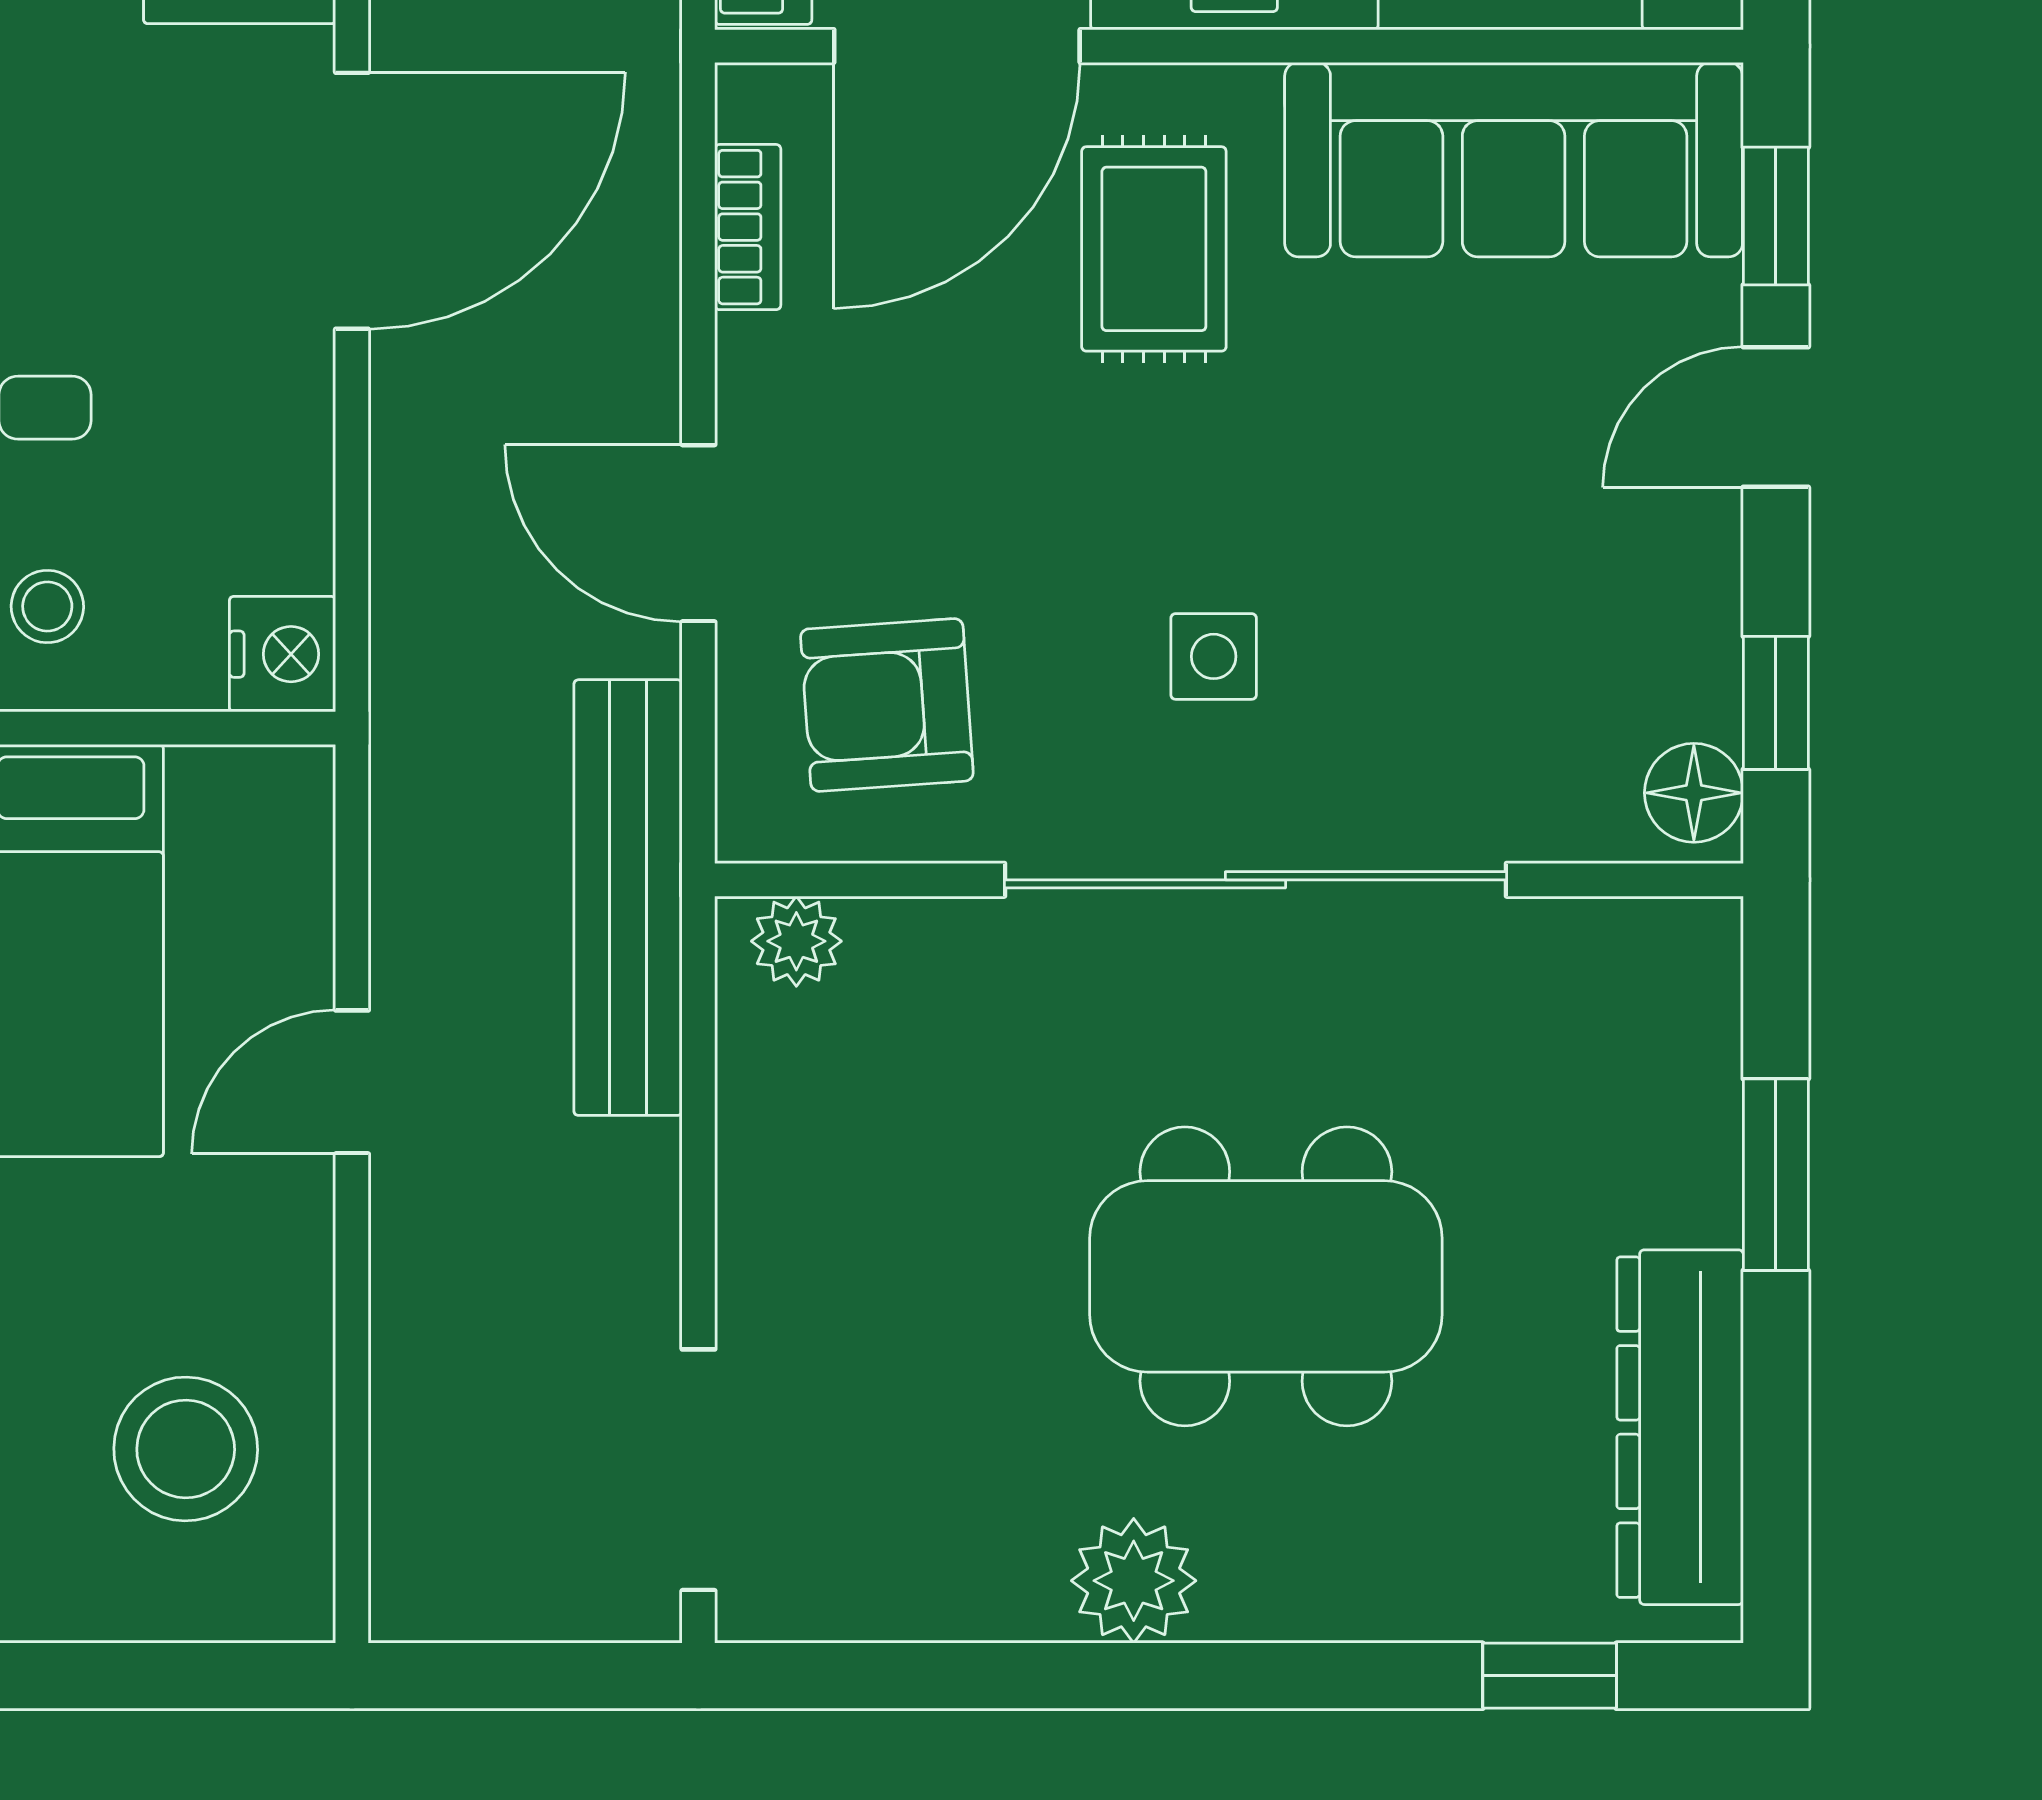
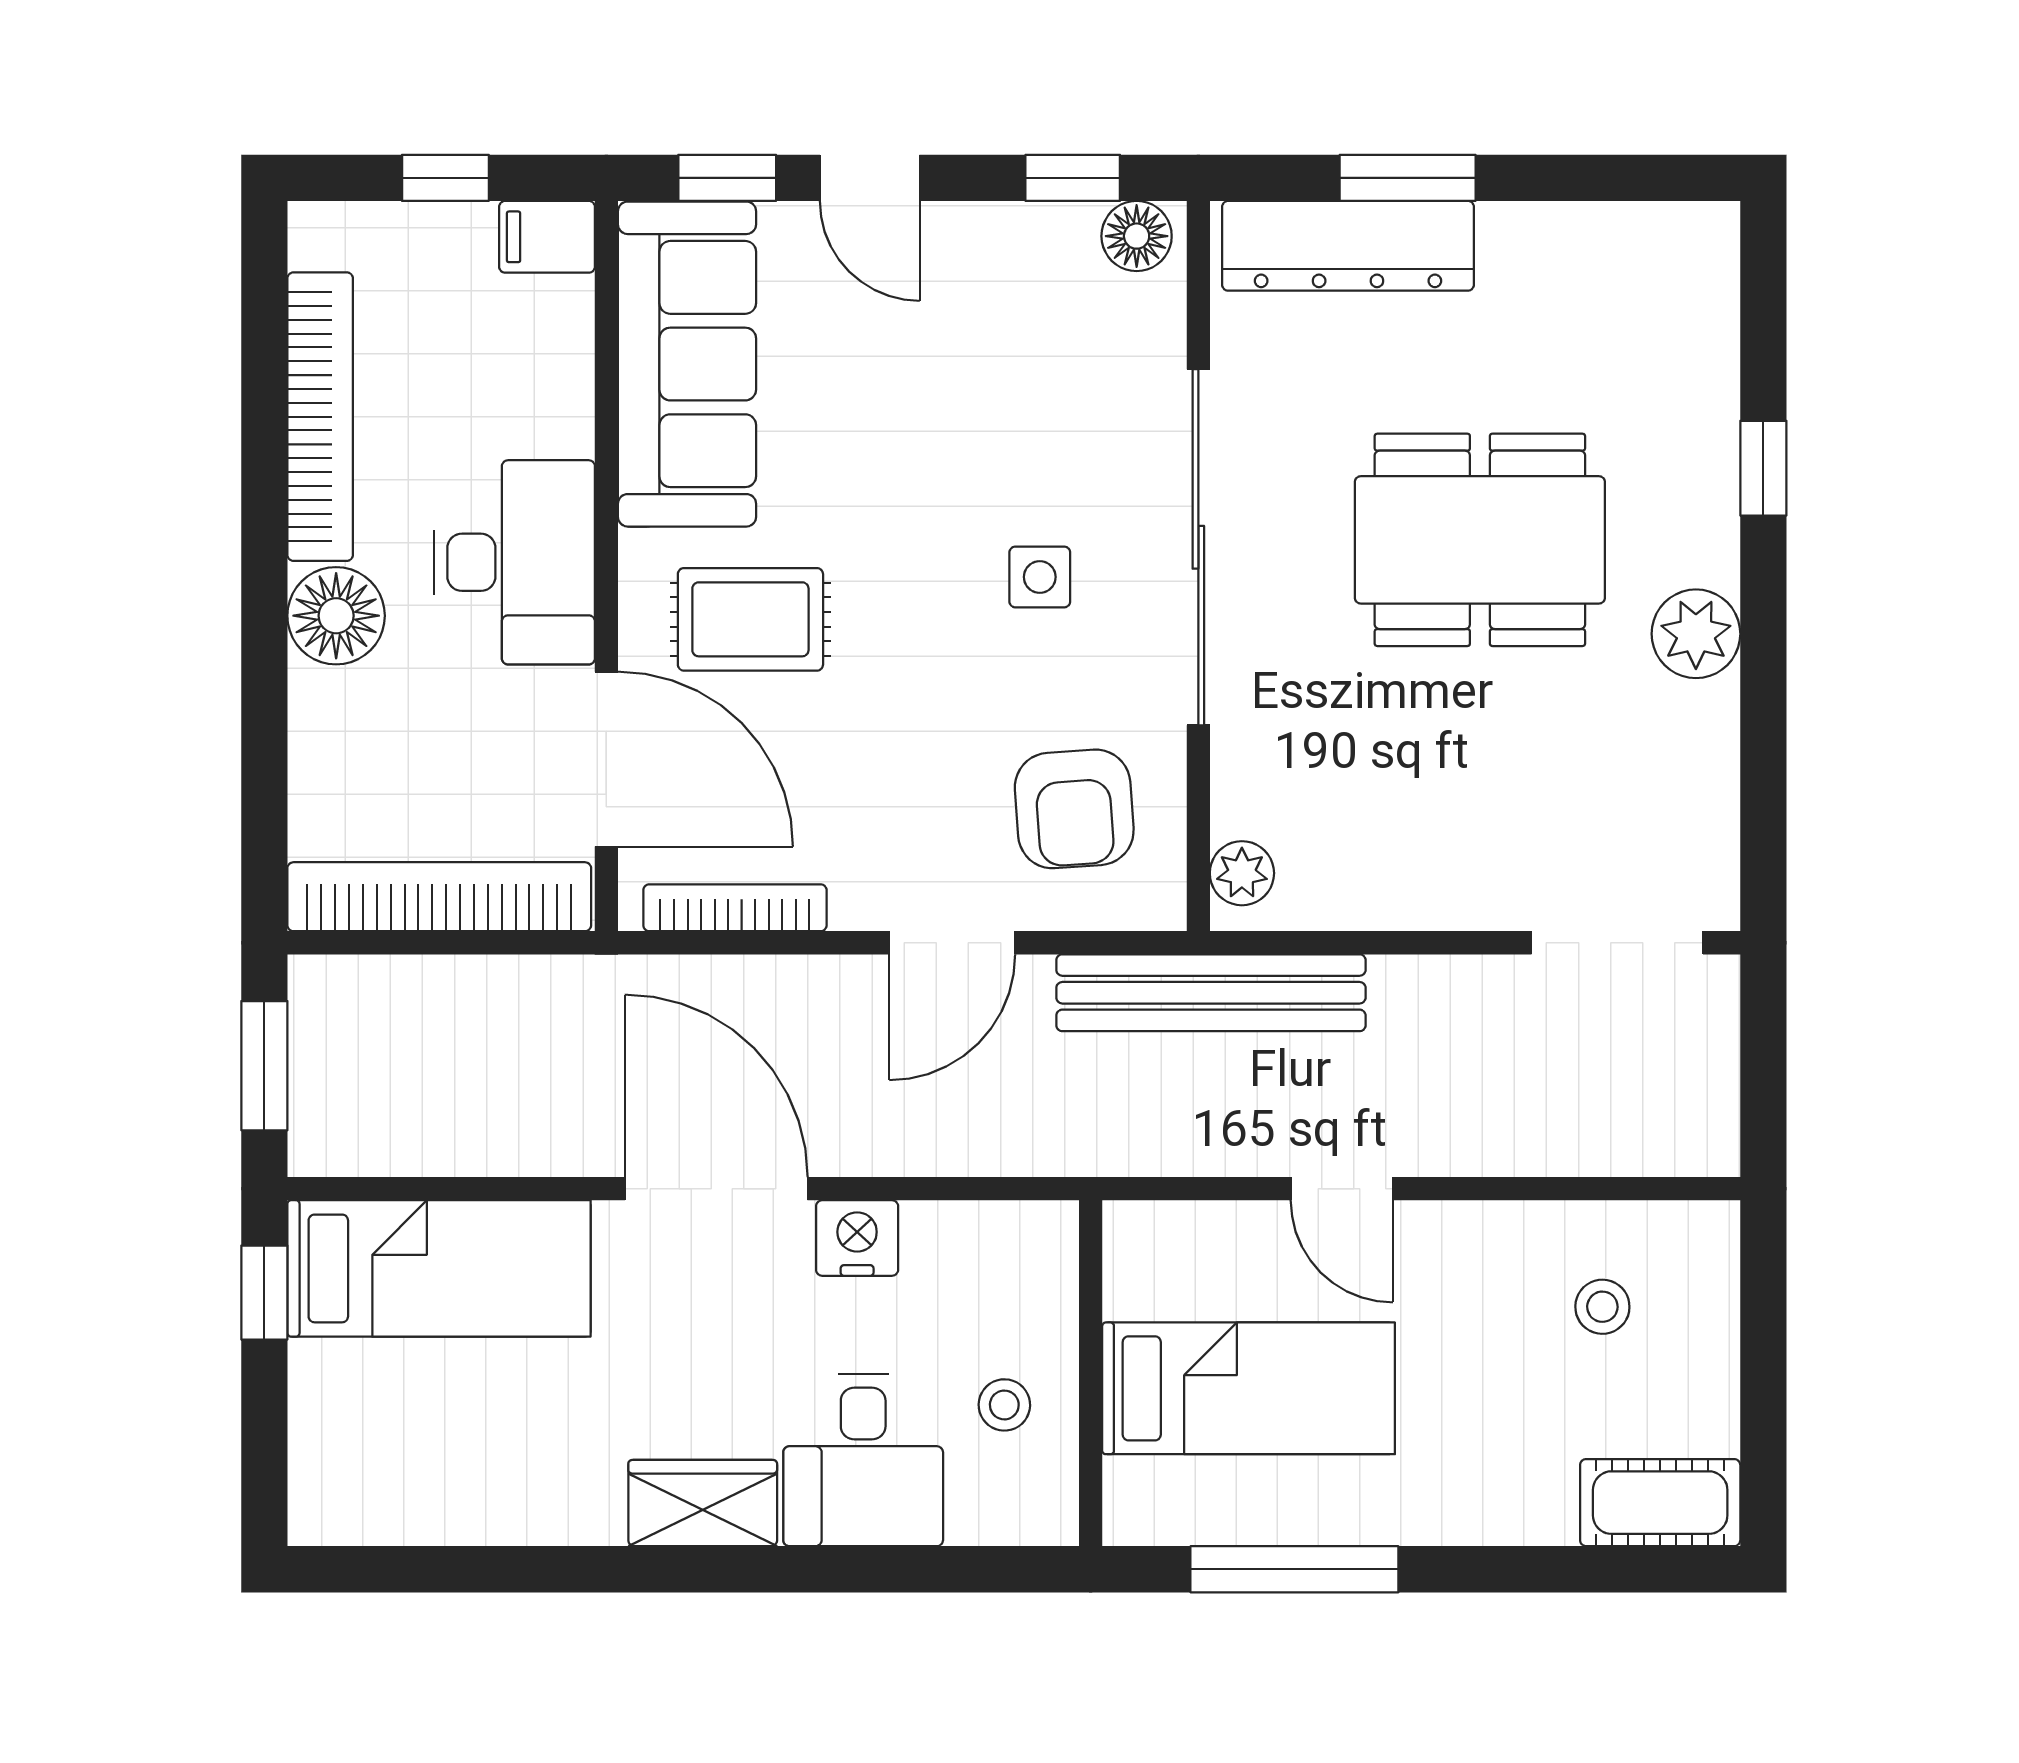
bookcase: (748, 227) -> (735, 908), width x1.56
nightstand: (282, 654) -> (857, 1238), moved
dining table: (1266, 1276) -> (1480, 540), turned 90
dresser: (1680, 1427) -> (1348, 246), moved
stool: (186, 1449) -> (1602, 1307), width x0.53, depth x0.53
window: (1550, 1676) -> (1763, 468), moved

